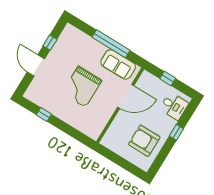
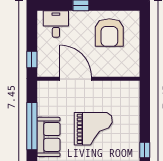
sofa: (118, 65) -> (48, 137), moved
window: (168, 78) -> (32, 60), moved

